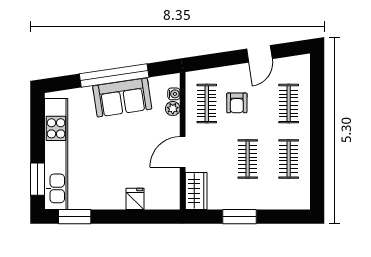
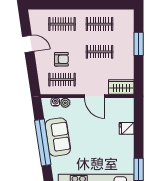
window: (240, 217) -> (139, 44), moved

